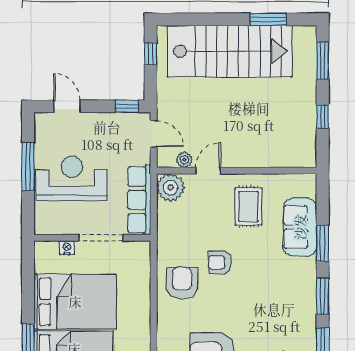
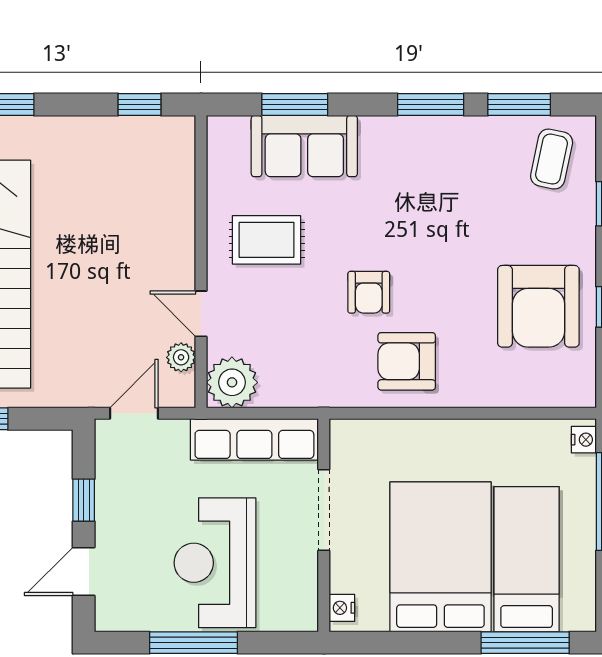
window: (127, 106) -> (84, 500), moved
window: (323, 116) -> (140, 105), moved
window: (323, 243) -> (295, 105), moved
nightstand: (67, 248) -> (342, 608), moved

